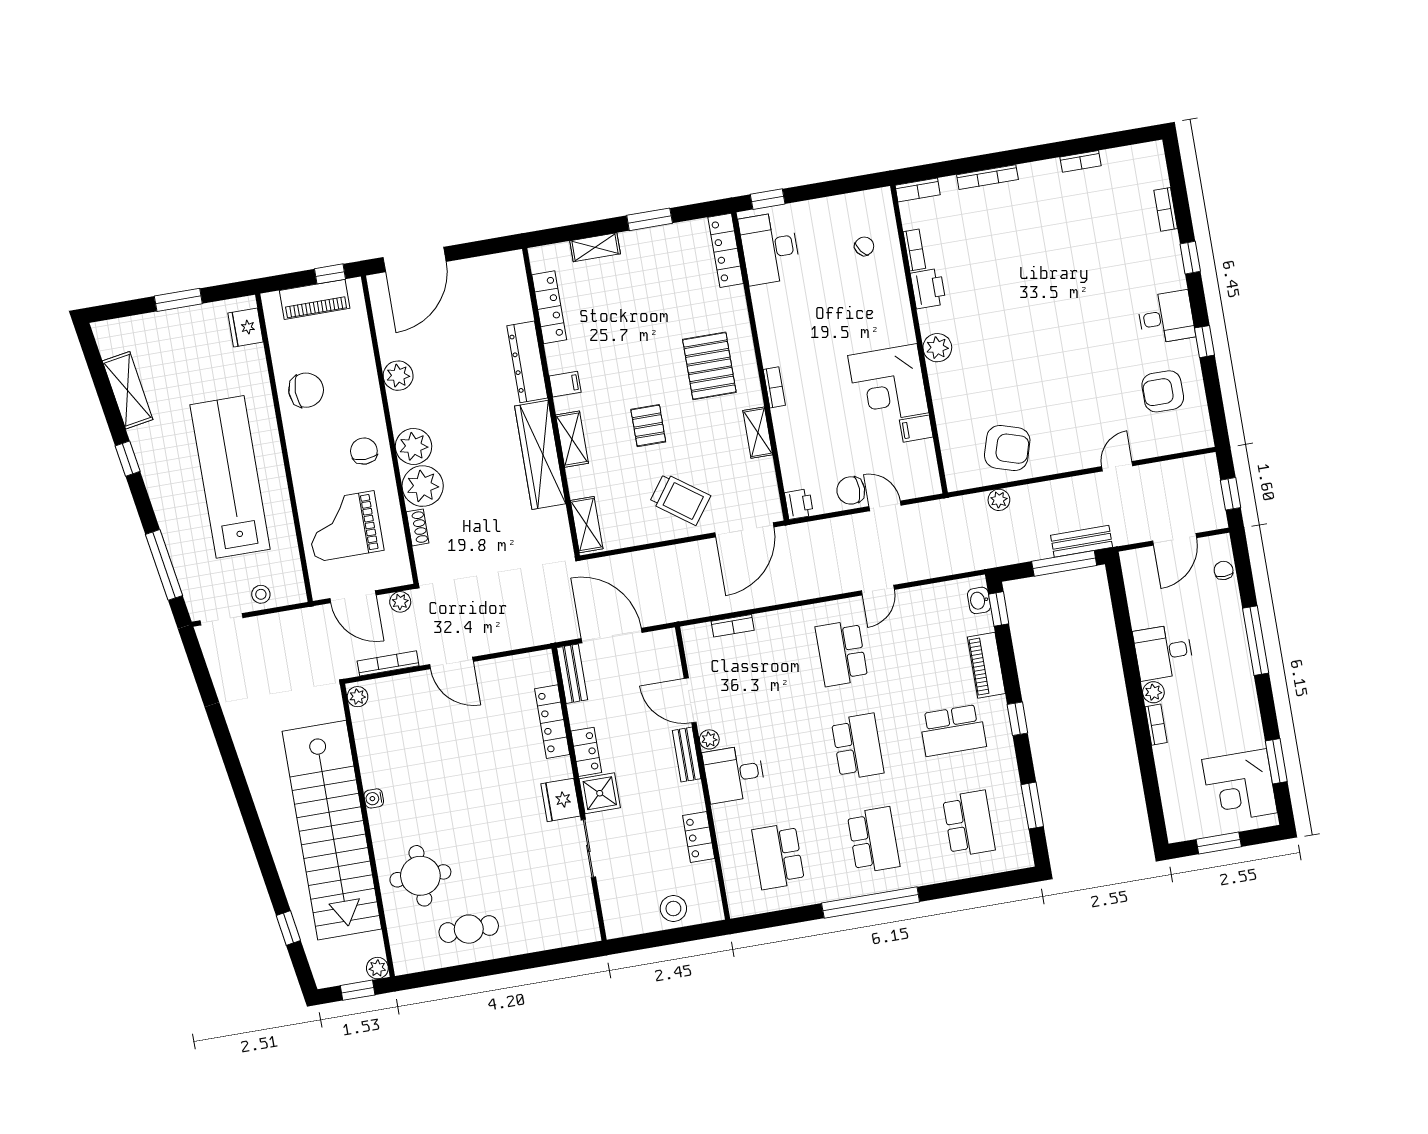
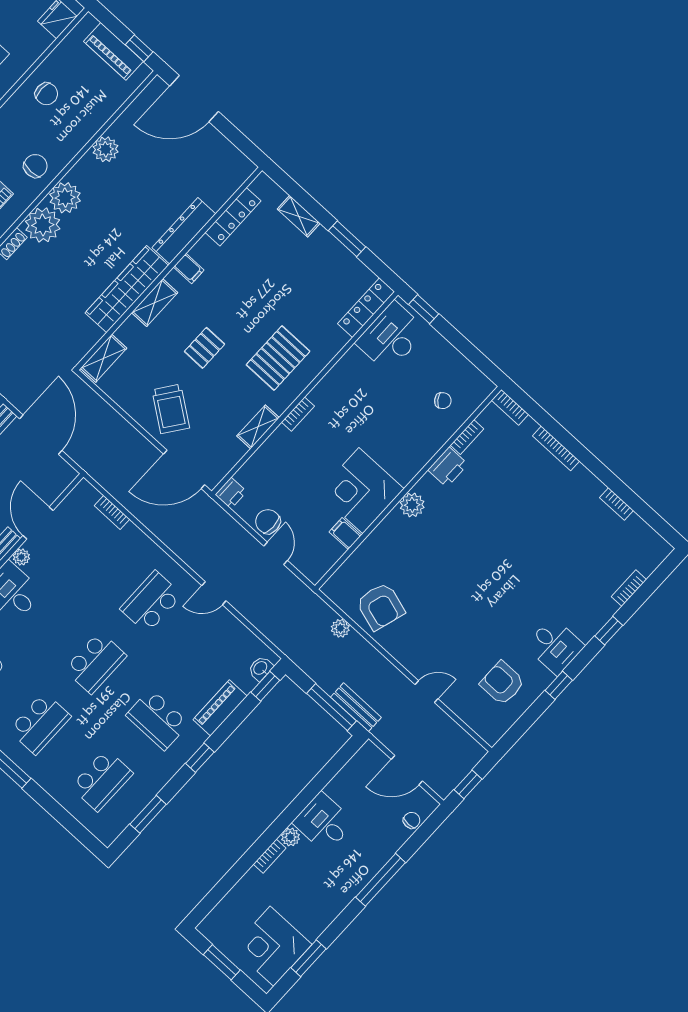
chair: (306, 390) -> (46, 94), width x0.73, depth x0.73

